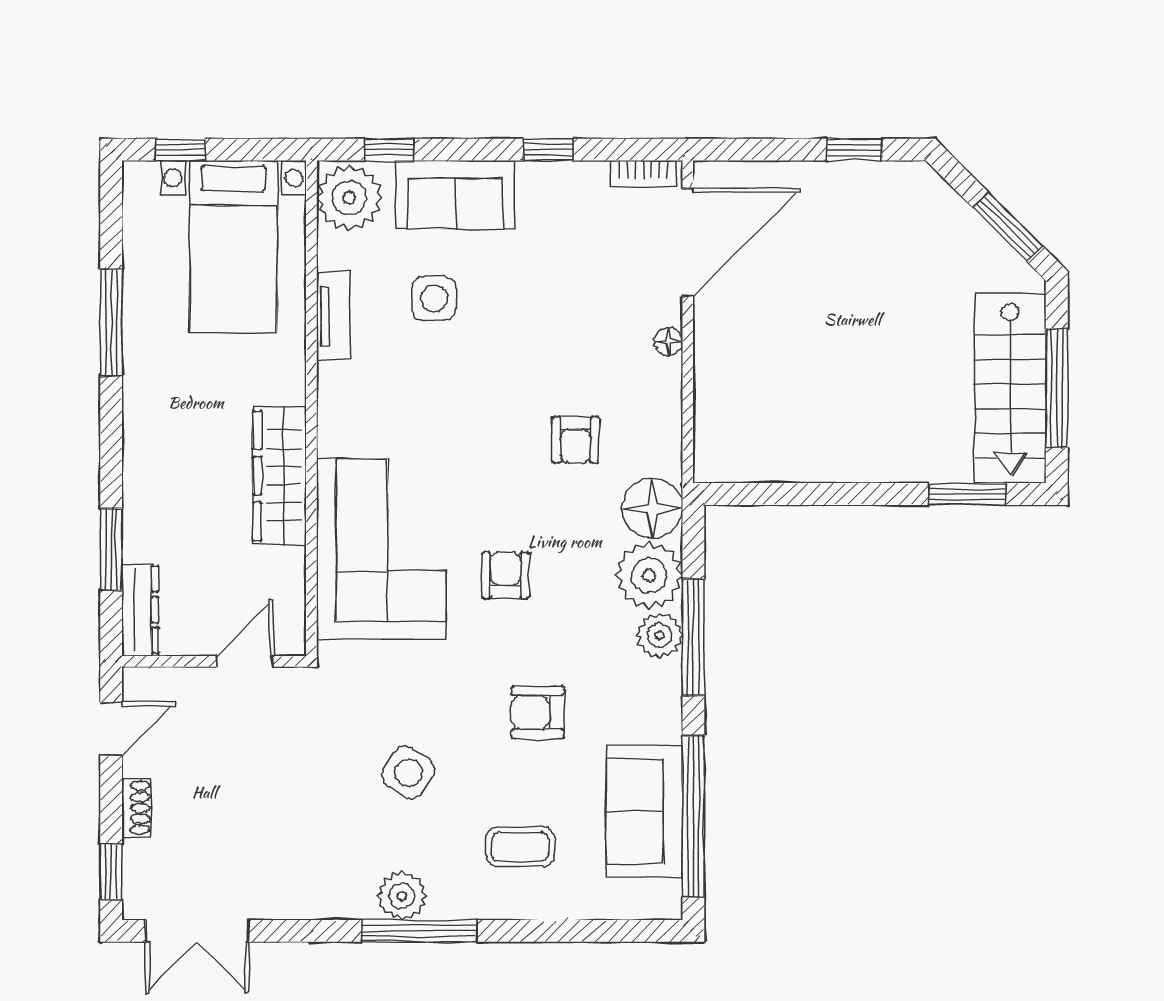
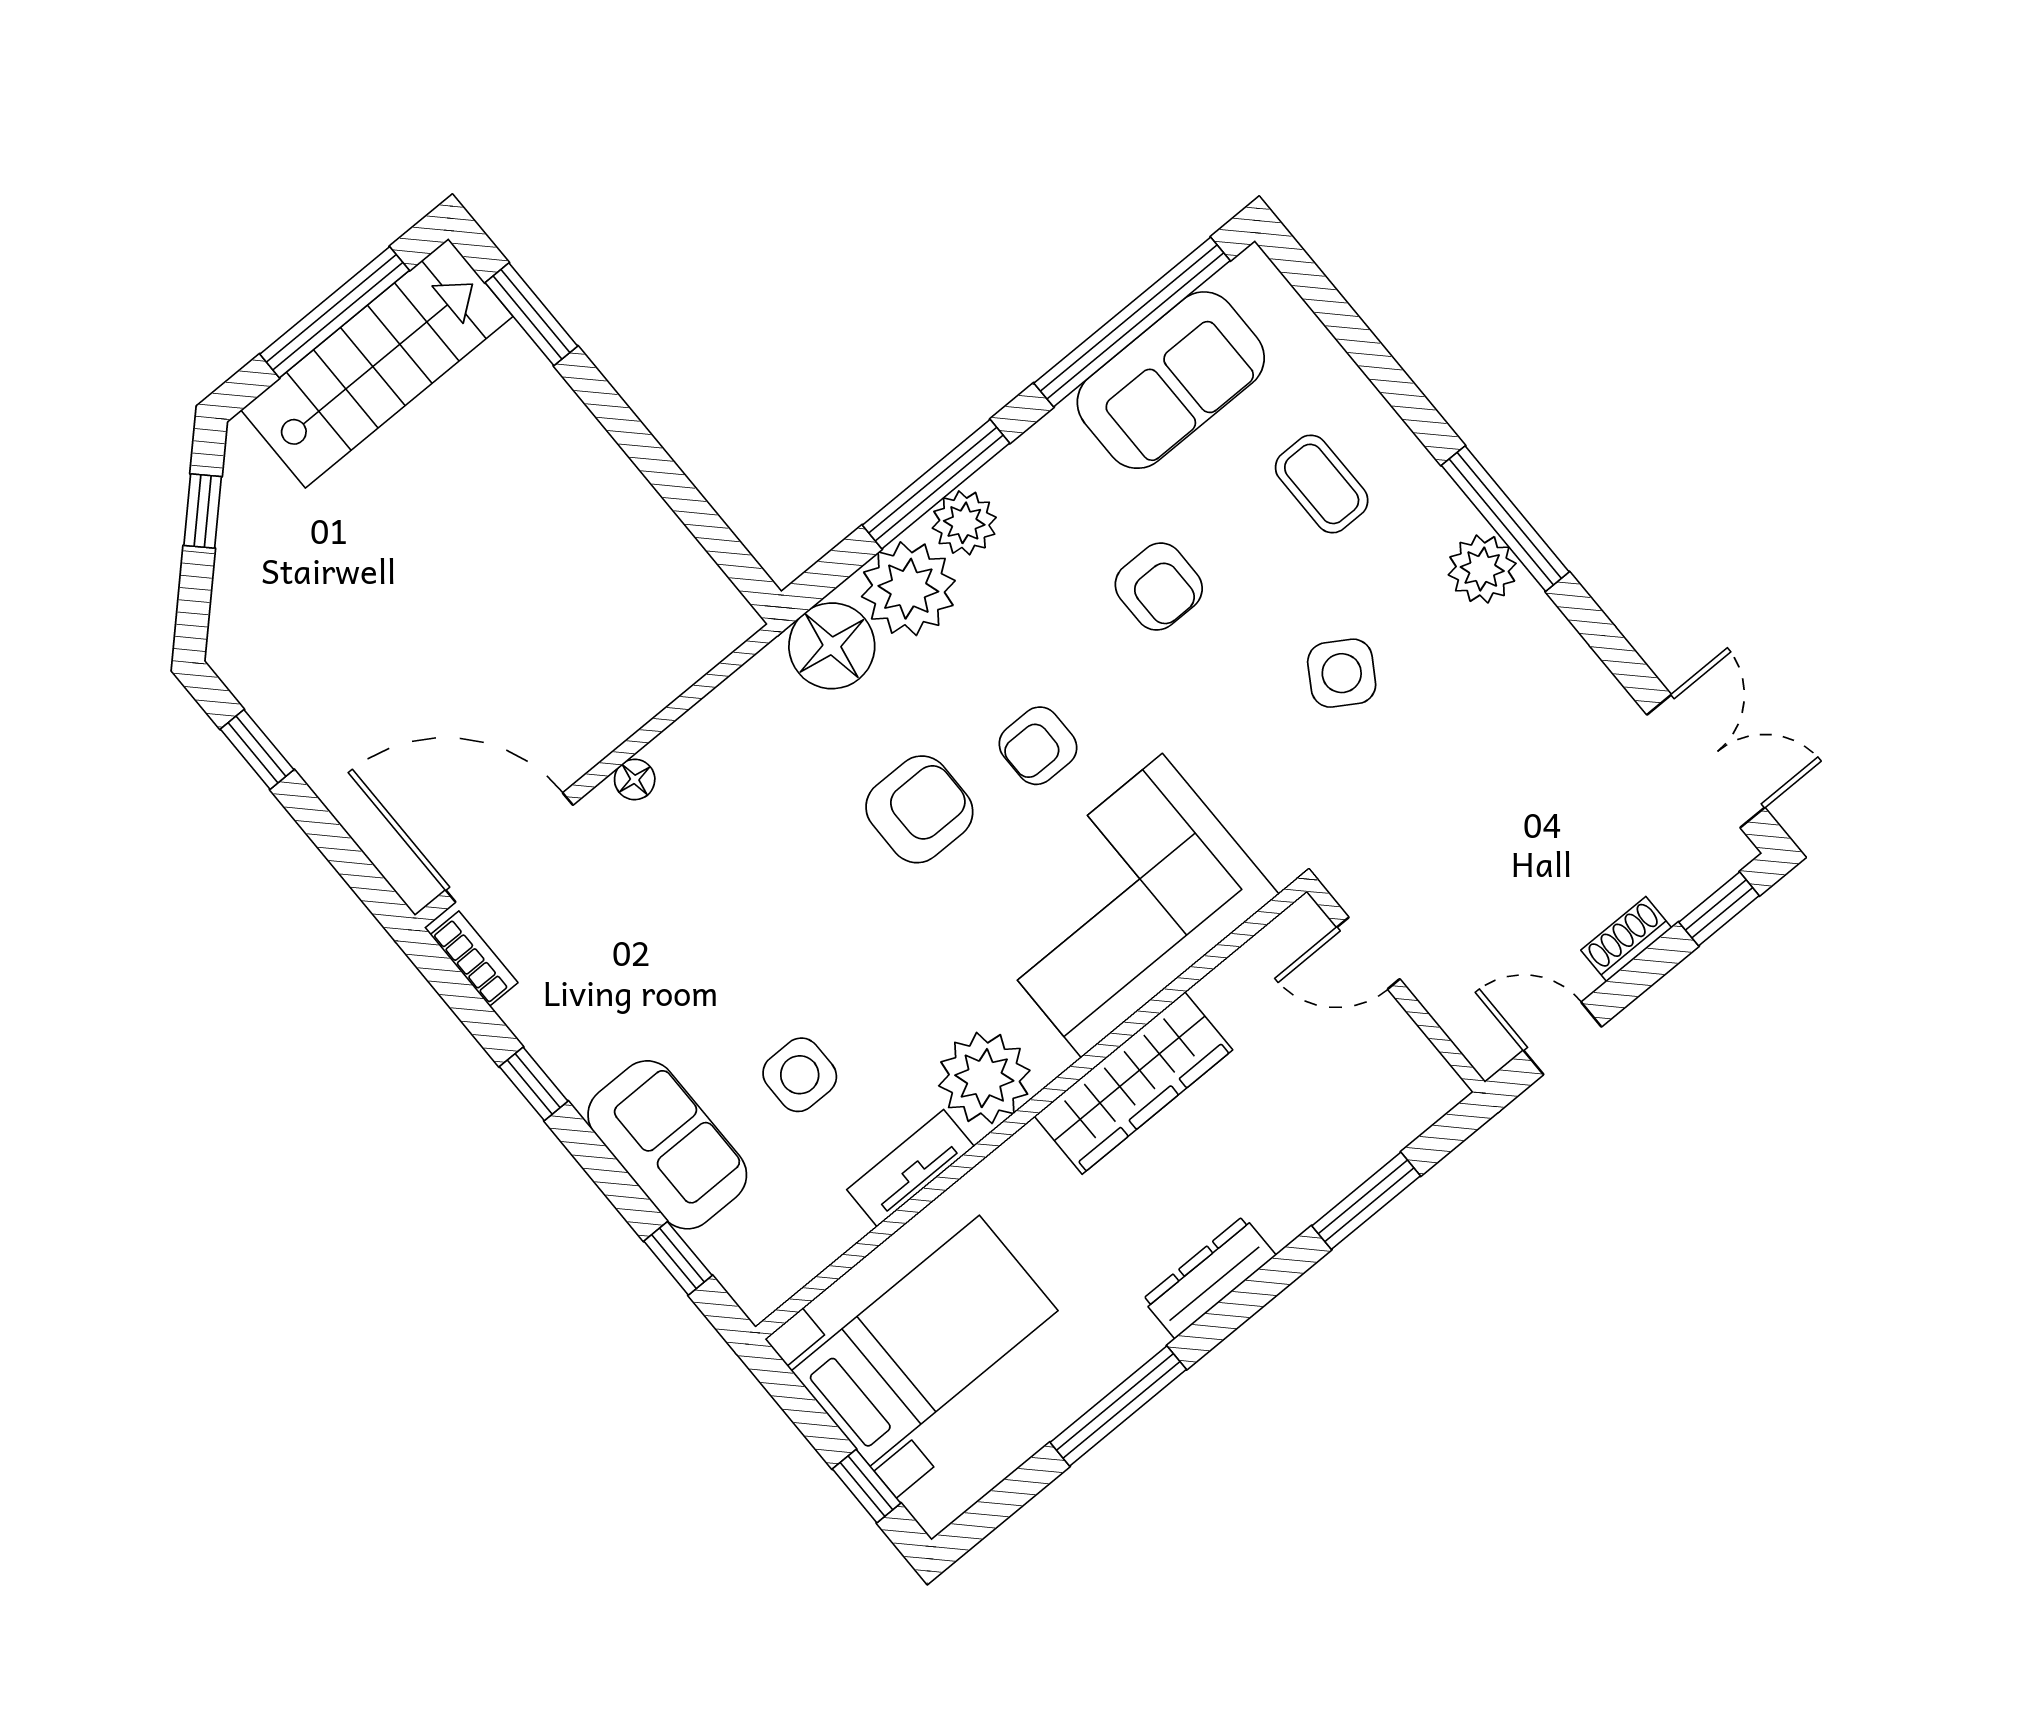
plant: (349, 198) -> (984, 1078), moved
window: (1008, 227) -> (203, 511), width x0.67
armchair: (575, 440) -> (919, 809), moved, width x1.38, depth x1.38
dresser: (140, 610) -> (1209, 1277), moved

